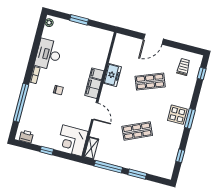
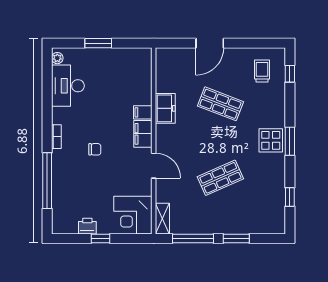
desk: (48, 54) -> (68, 86), moved
shop shelf: (150, 82) -> (220, 104), turned 42
printer: (26, 137) -> (87, 226), moved

